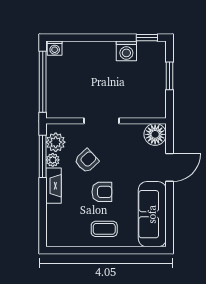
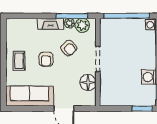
window: (169, 76) -> (142, 109), moved
floor lamp: (155, 134) -> (88, 82), moved

